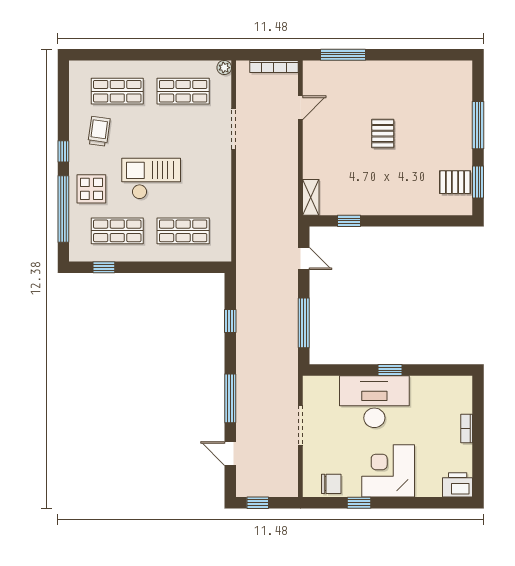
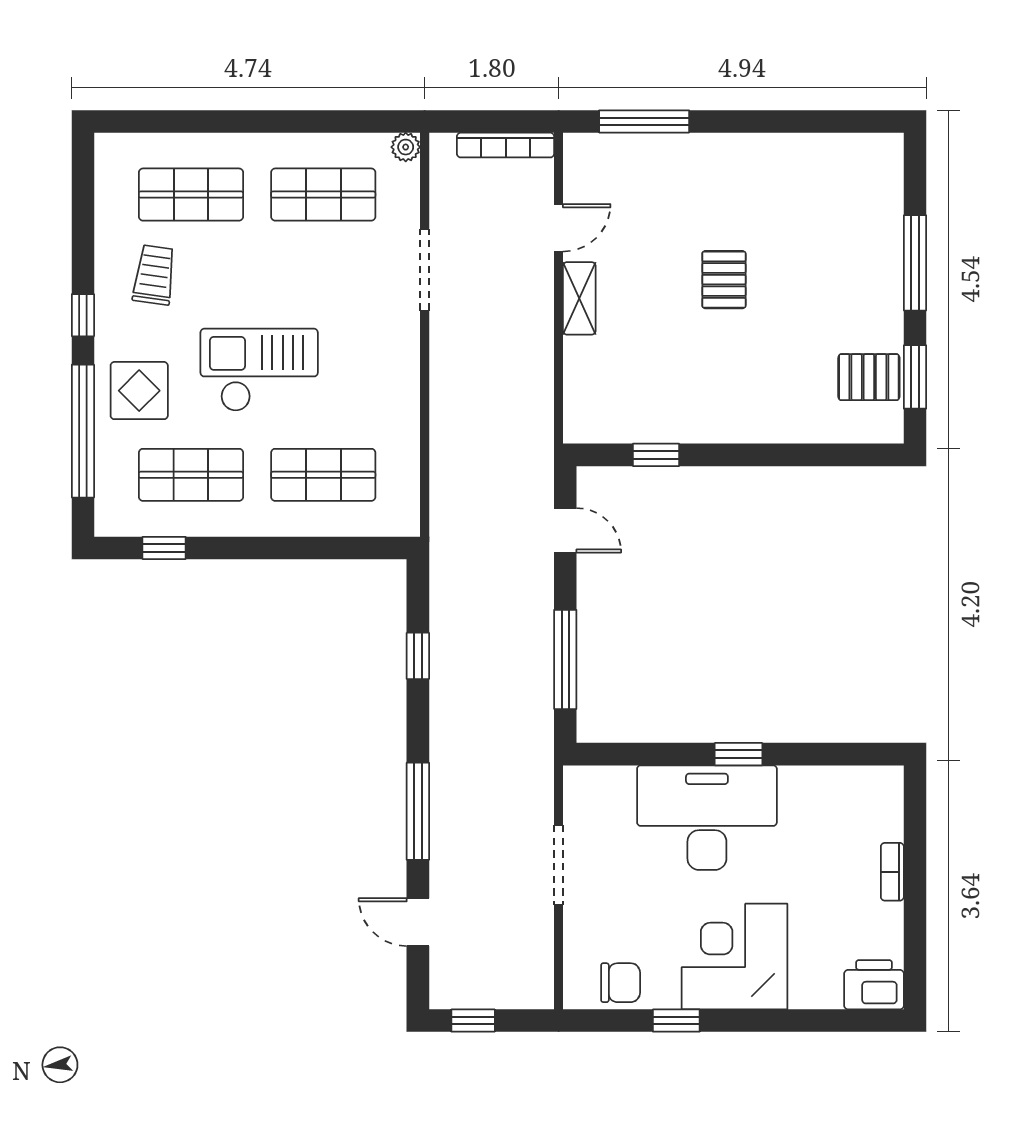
shelving: (311, 197) -> (579, 298), moved

